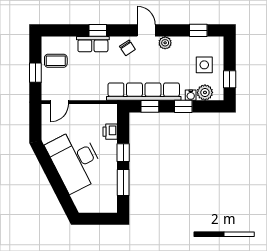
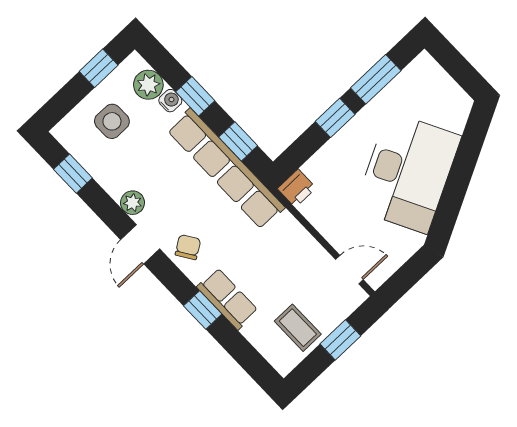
printer: (110, 132) -> (297, 188), moved

